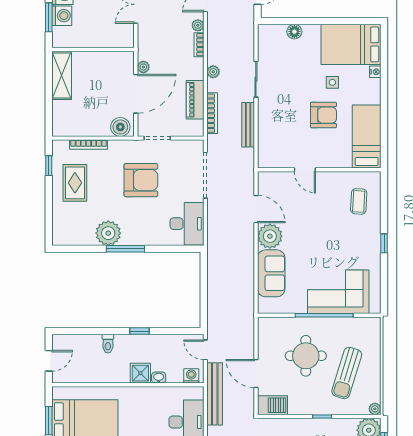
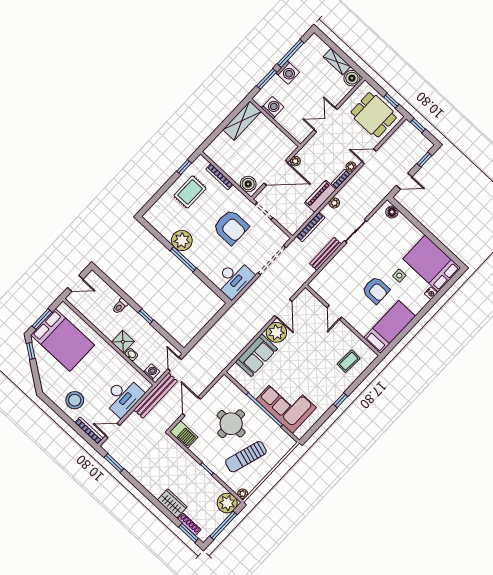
washing machine: (62, 16) -> (273, 108), moved, turned -90
floor lamp: (294, 32) -> (392, 212), moved
piano: (195, 100) -> (320, 196), moved

